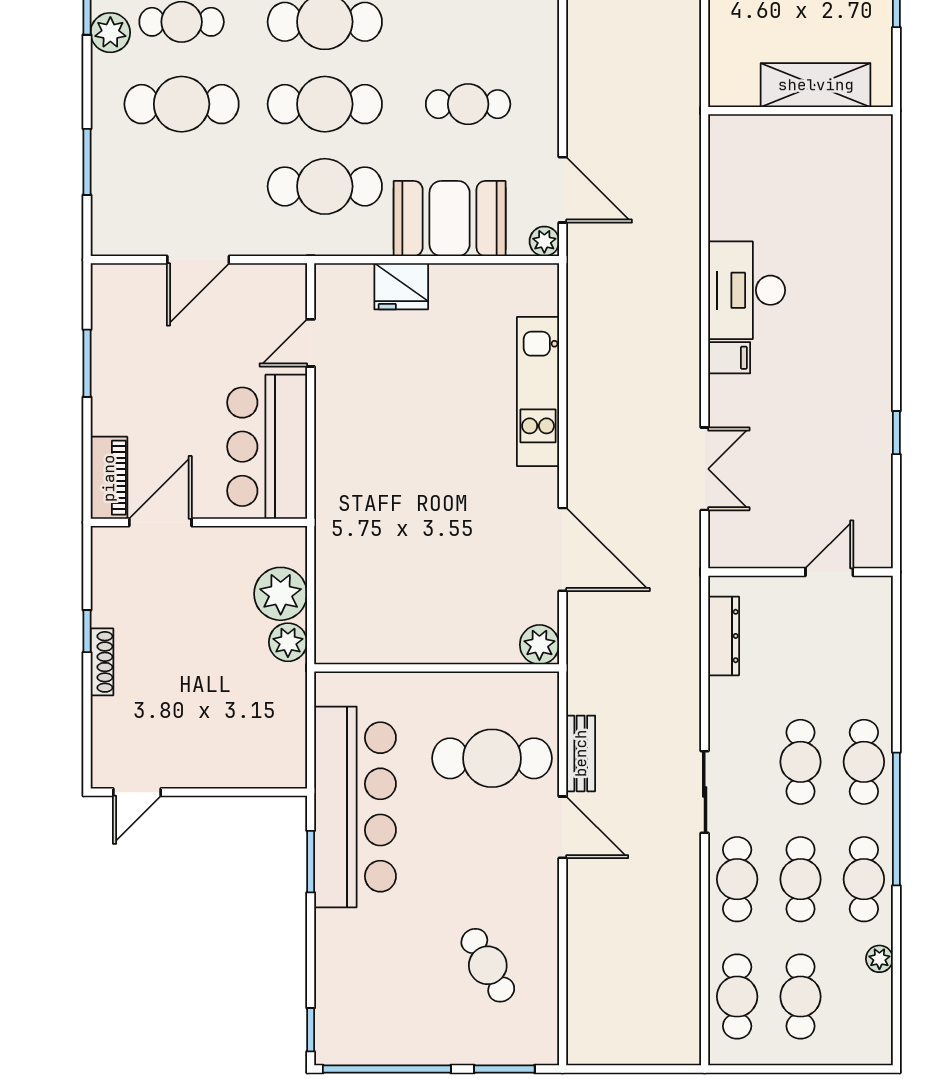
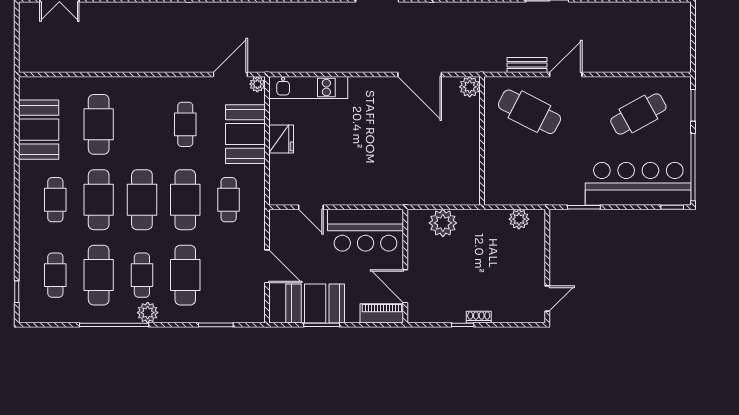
cafe table: (325, 186) -> (229, 200), width x0.73, depth x0.74
fridge: (401, 286) -> (281, 139), moved
booth: (128, 351) -> (315, 303), added
kitchen unit: (538, 392) -> (308, 88), moved
door: (563, 549) -> (420, 75), swing flipped
plant: (288, 642) -> (519, 219), moved
shoe rack: (102, 662) -> (479, 317), width x0.70
cafe table: (492, 758) -> (529, 112), turned -63
door: (137, 792) -> (547, 299), hinge flipped
bar counter: (355, 807) -> (638, 184), moved
cafe table: (488, 965) -> (638, 114), width x1.37, depth x1.35

